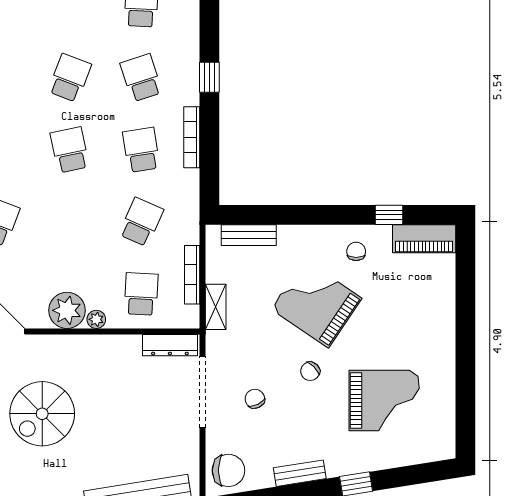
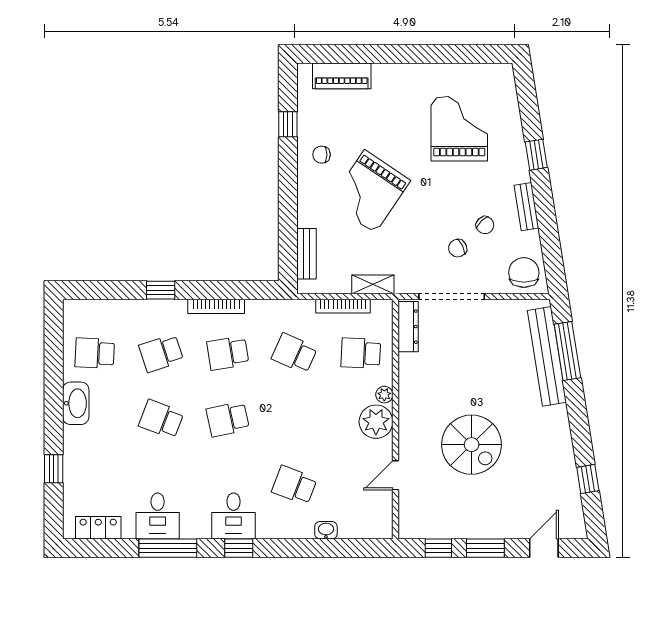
piano: (424, 239) -> (342, 76), moved, turned 90
chair: (310, 371) -> (485, 225), moved

